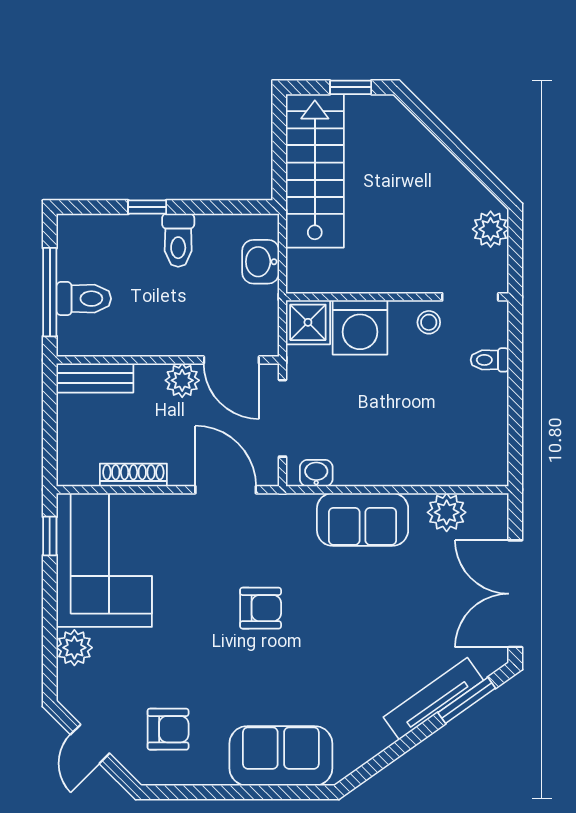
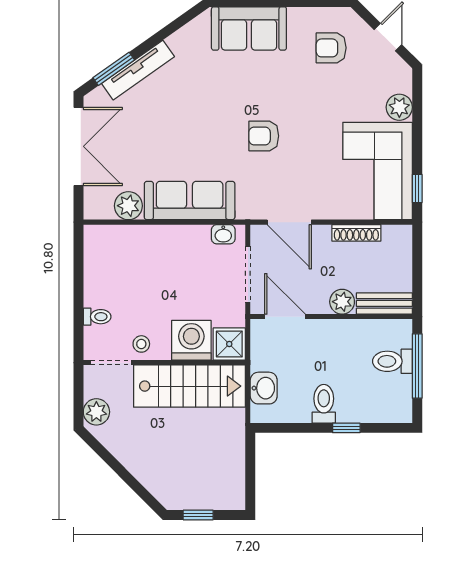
stairs: (315, 171) -> (189, 386), moved, turned -90
plant: (182, 380) -> (342, 302), moved
sofa: (363, 519) -> (190, 201), width x1.36

